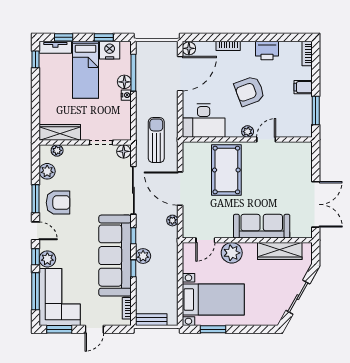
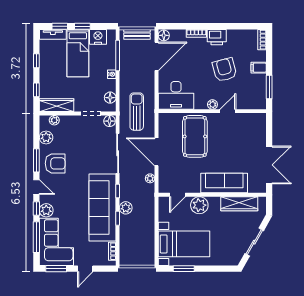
window: (104, 37) -> (82, 26), moved
printer: (267, 50) -> (217, 37), moved
window: (36, 59) -> (36, 61), moved
floor lamp: (124, 82) -> (110, 98), moved
armchair: (249, 91) -> (225, 70), moved, turned 95
window: (36, 114) -> (36, 90), added
bench: (151, 320) -> (137, 34), moved

